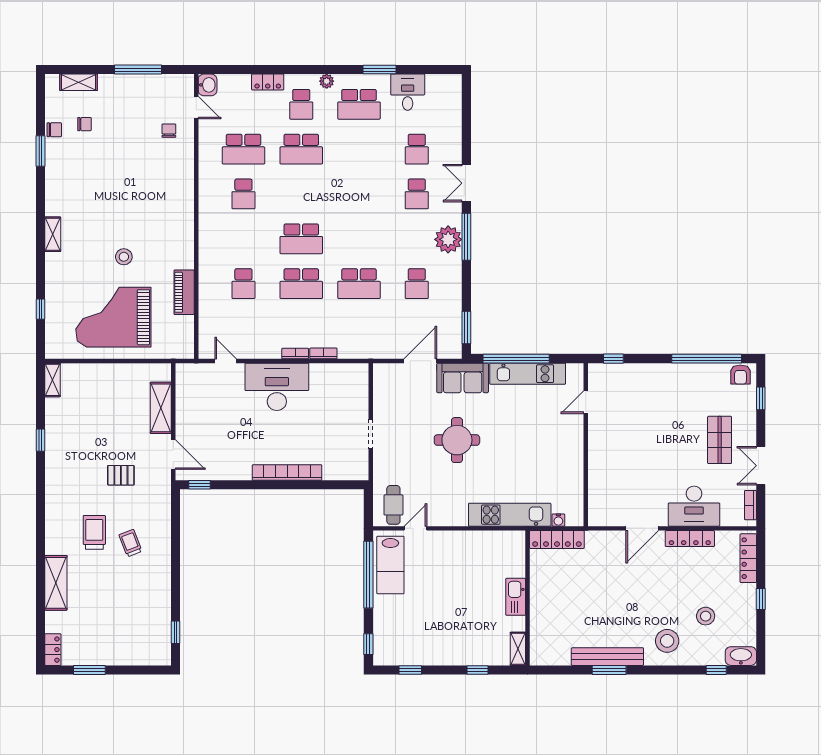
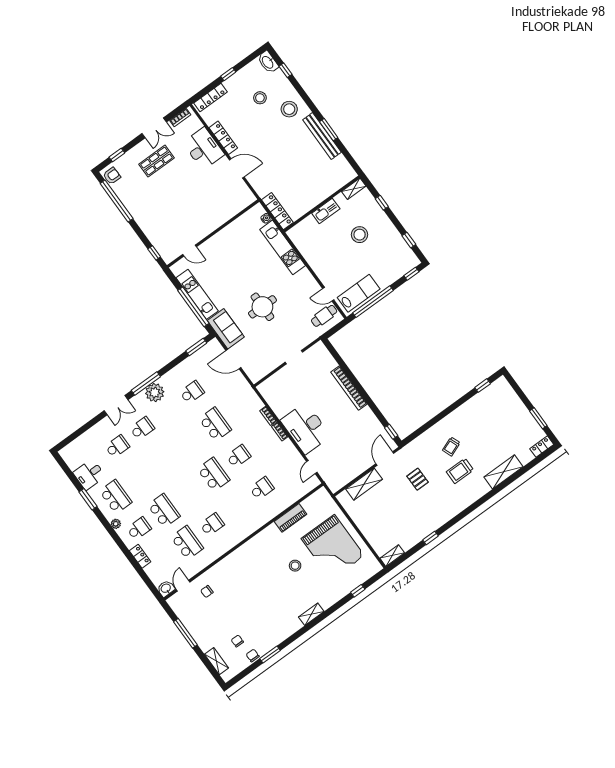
school desk: (301, 284) -> (238, 456), width x0.54
stool: (459, 616) -> (360, 235), added

